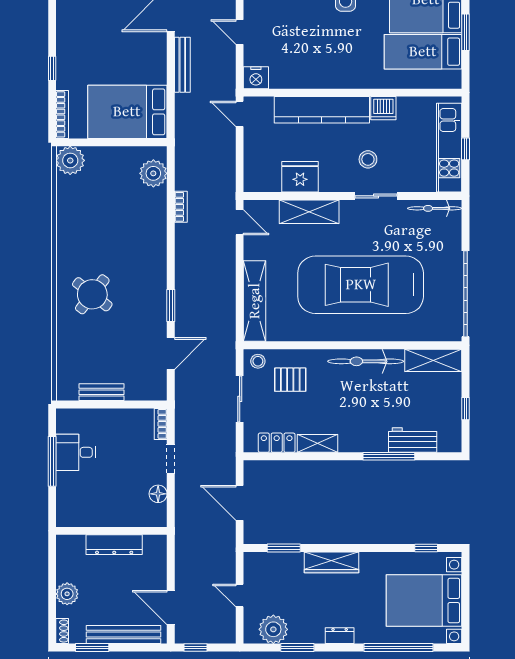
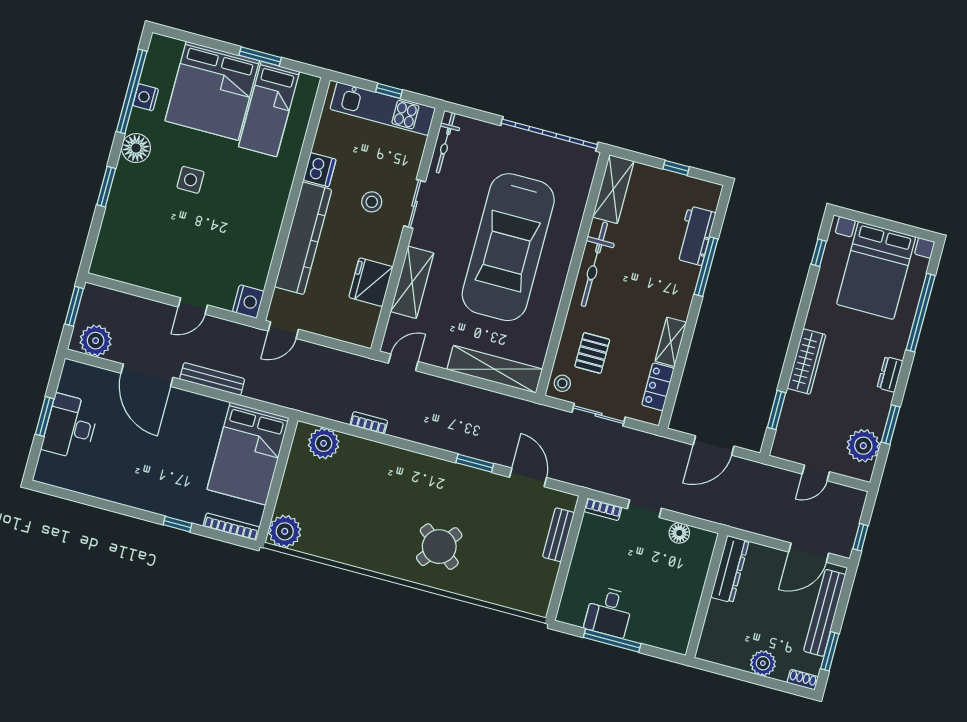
bench: (102, 392) -> (558, 535), moved
dresser: (114, 545) -> (730, 569), moved

